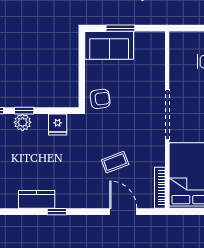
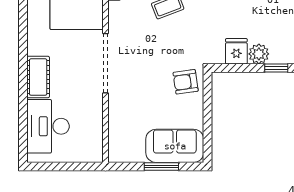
plant: (23, 122) -> (259, 54), moved

